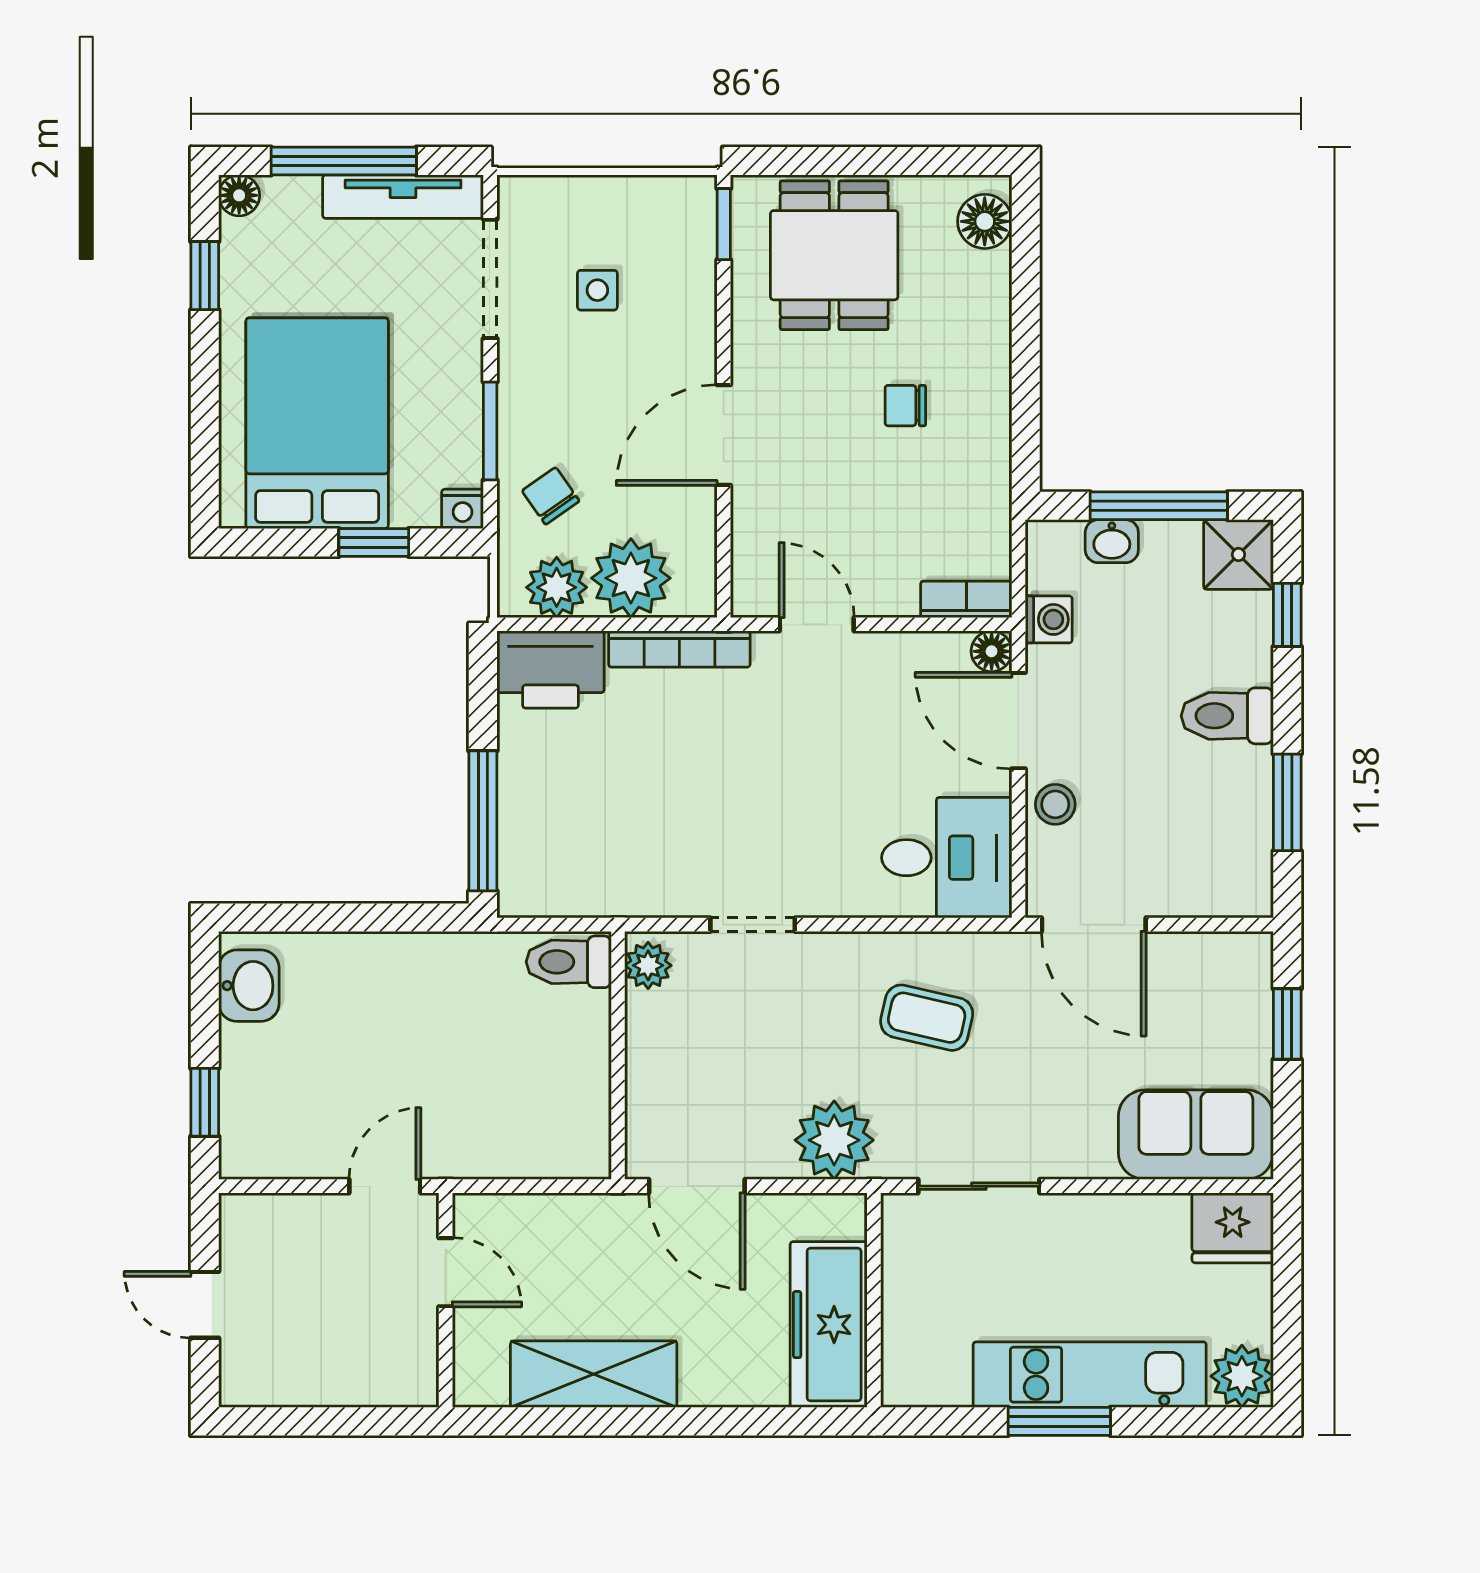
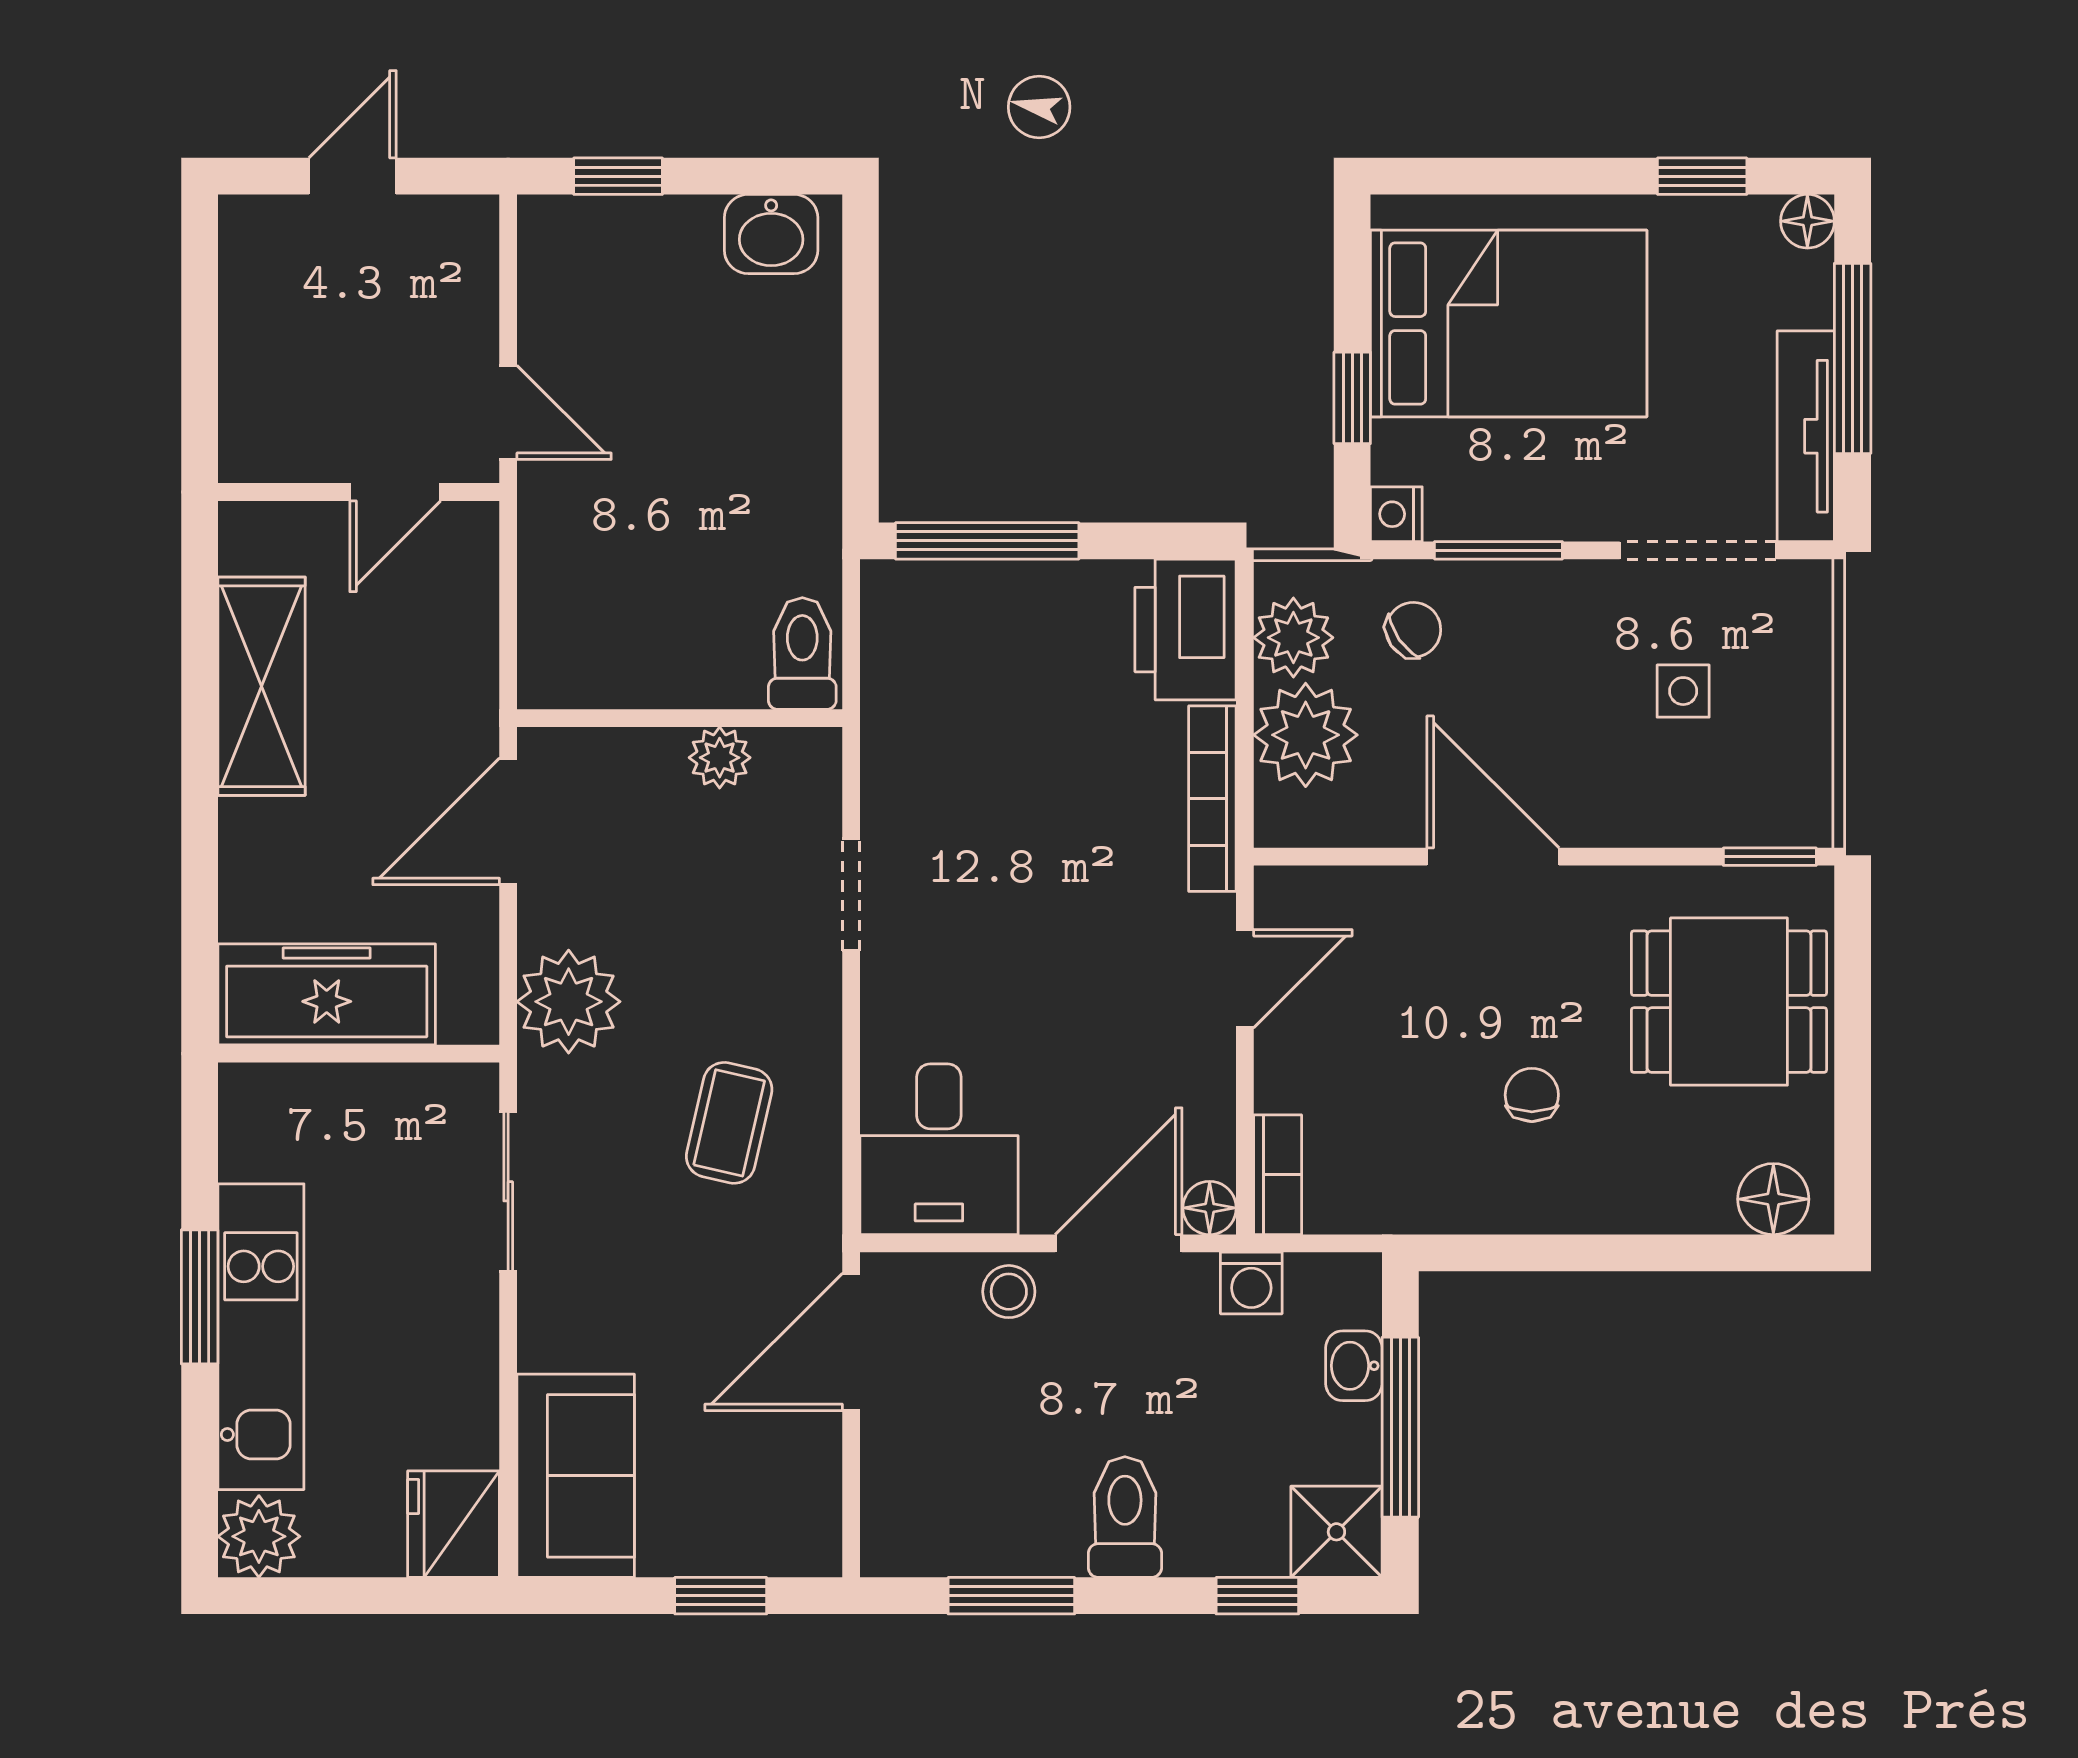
plant: (648, 965) -> (720, 758), moved

